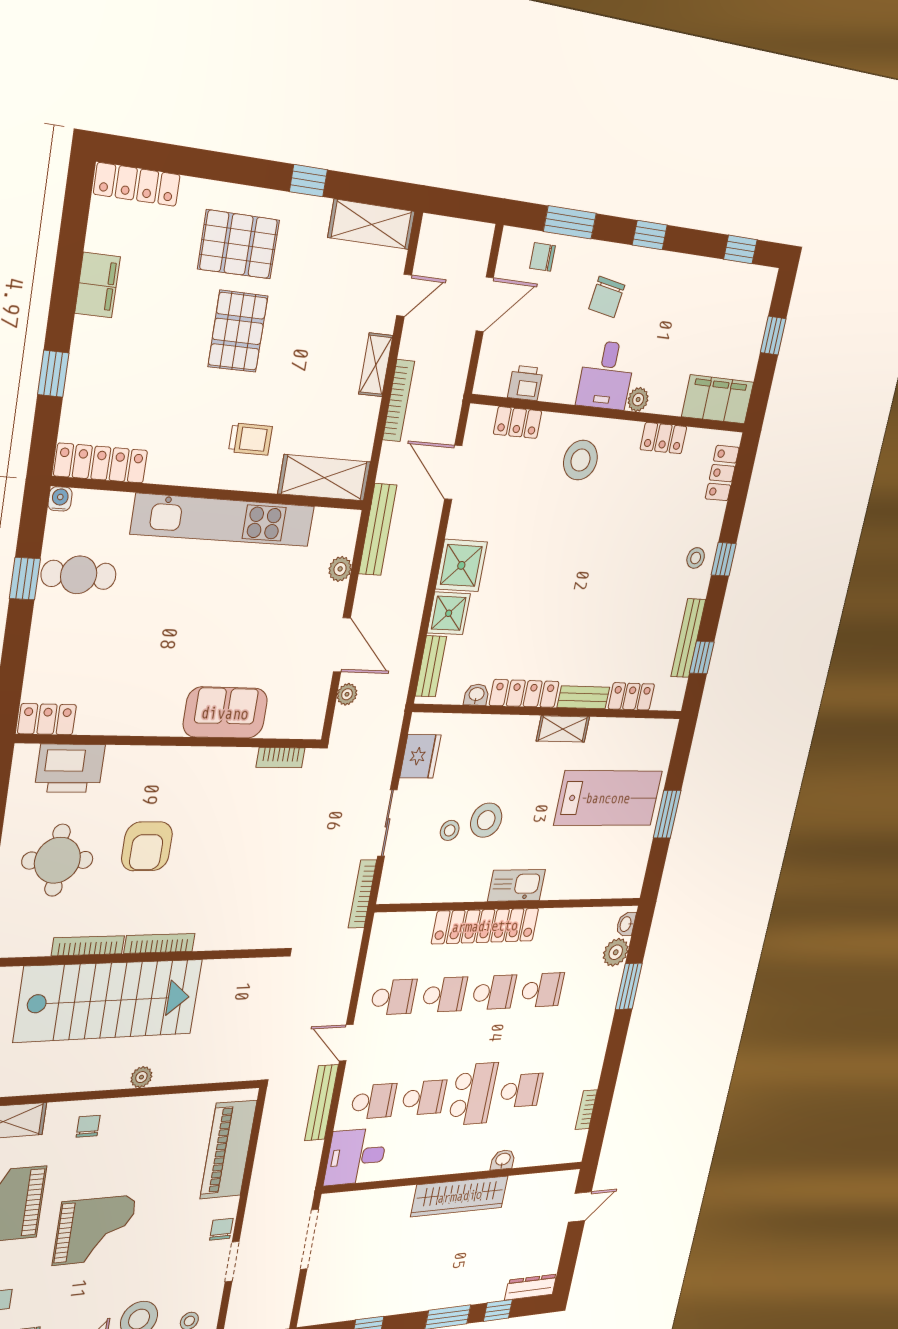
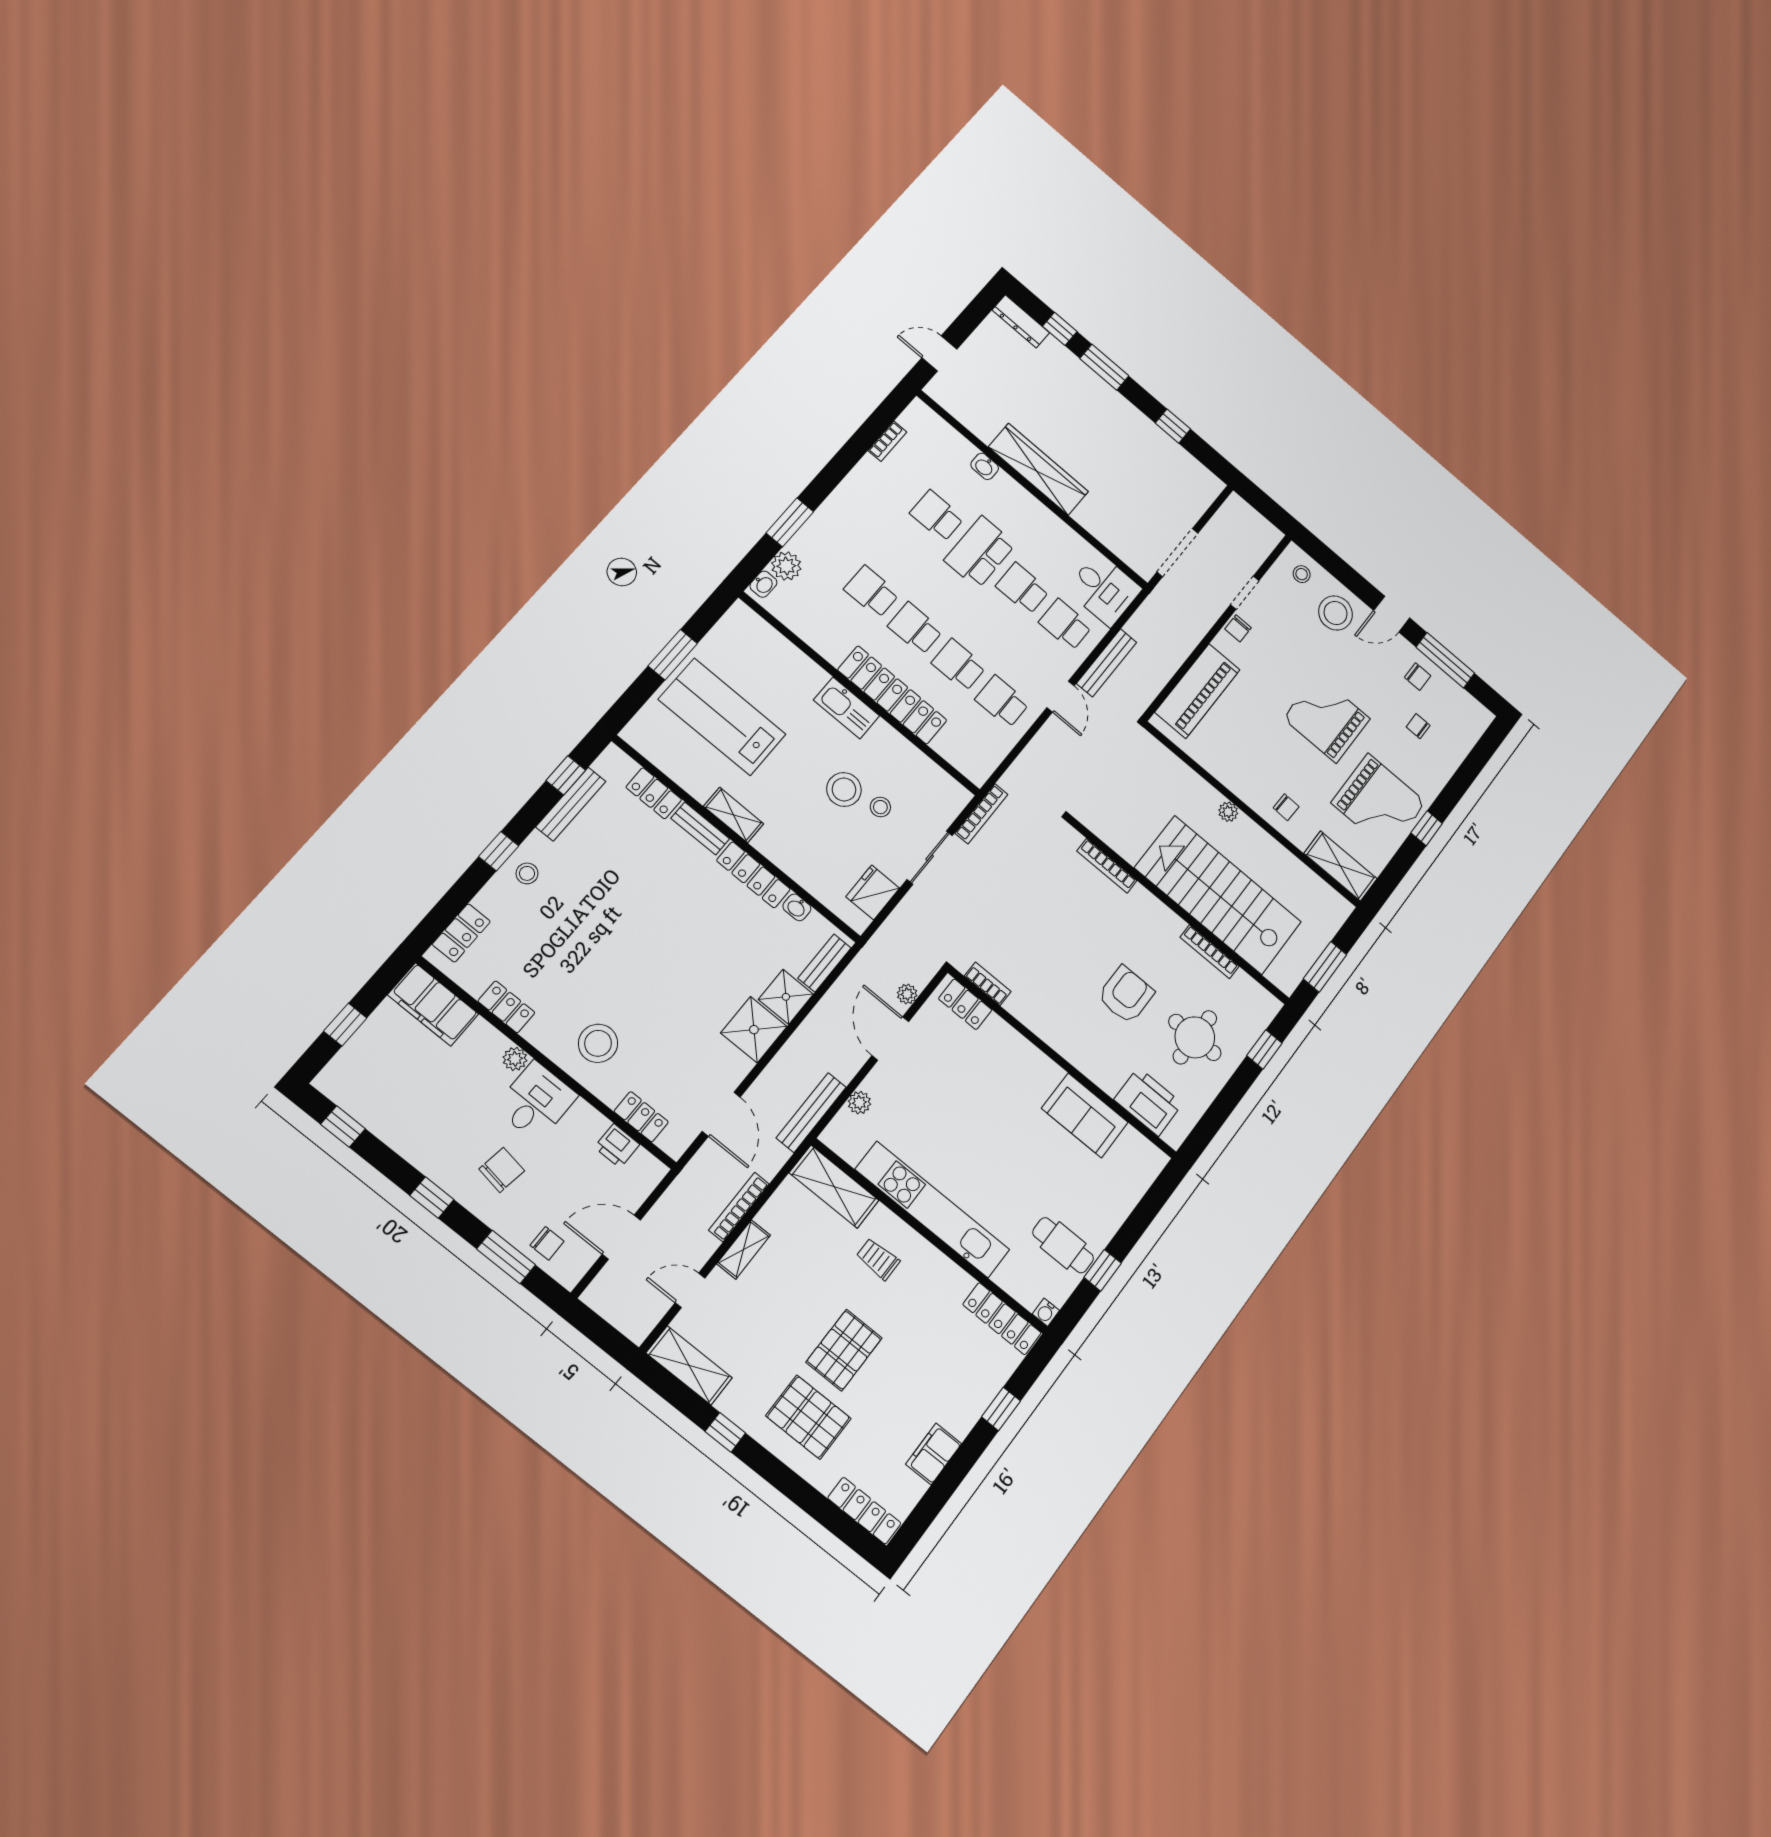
sofa: (225, 713) -> (1085, 1115), moved
locker: (47, 719) -> (965, 1004), moved
bookcase: (160, 943) -> (1107, 866), moved
chair: (88, 1126) -> (1286, 807), turned -88

